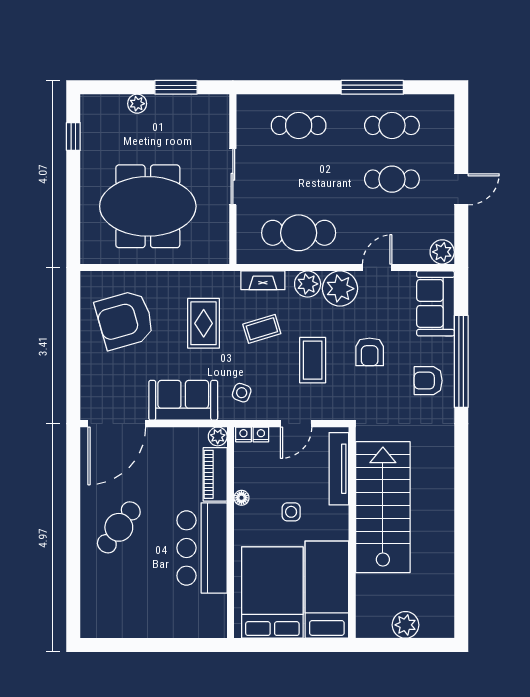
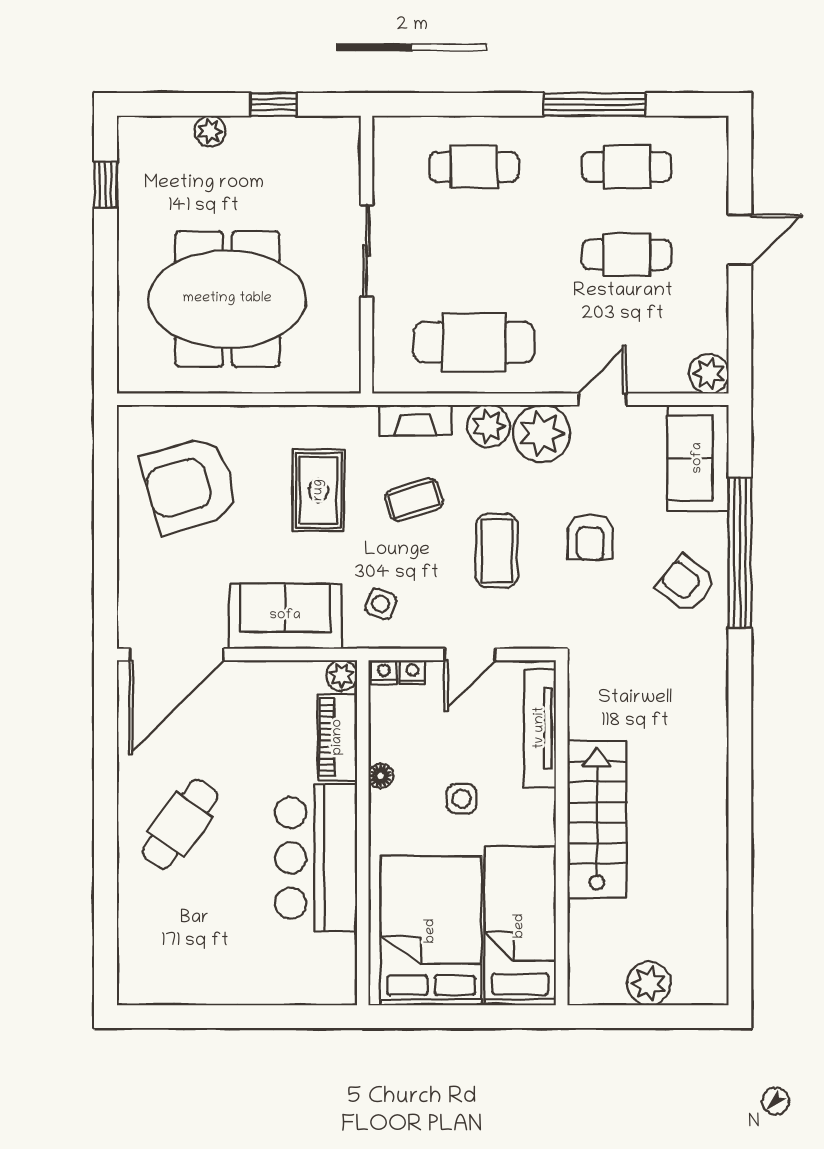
window: (176, 87) -> (273, 104), width x0.67
door: (461, 189) -> (740, 240), moved
armchair: (428, 381) -> (686, 584), turned 38
stairs: (383, 507) -> (597, 820), width x0.73, depth x0.66

